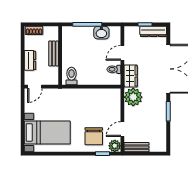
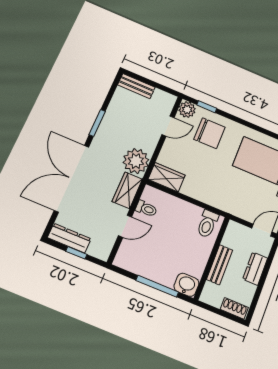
washbasin: (101, 33) -> (186, 285), moved
wardrobe: (110, 95) -> (167, 177), added
chair: (94, 136) -> (209, 133), turned 90
bench: (137, 147) -> (136, 86), moved

